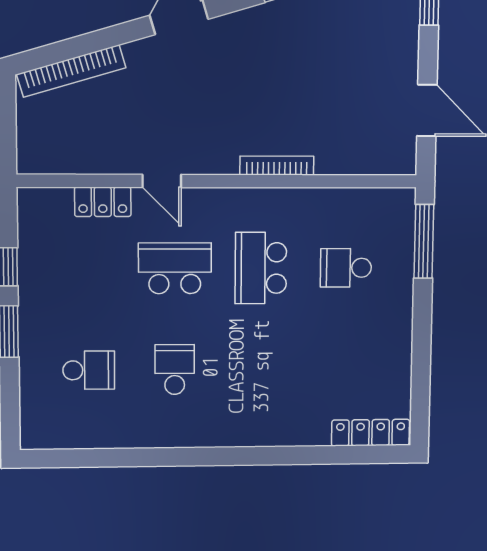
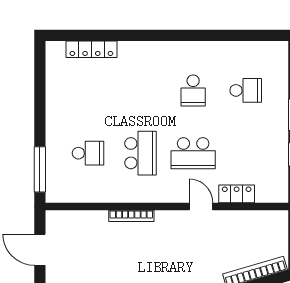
school desk: (89, 370) -> (246, 90), turned 180
locker: (371, 433) -> (91, 49), moved

